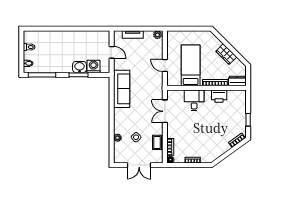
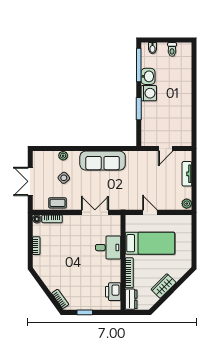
washing machine: (94, 66) -> (149, 93), moved
door: (165, 66) -> (150, 212), hinge flipped
washbasin: (80, 67) -> (148, 76), moved
sofa: (122, 89) -> (103, 161), moved
printer: (219, 96) -> (113, 292), moved

